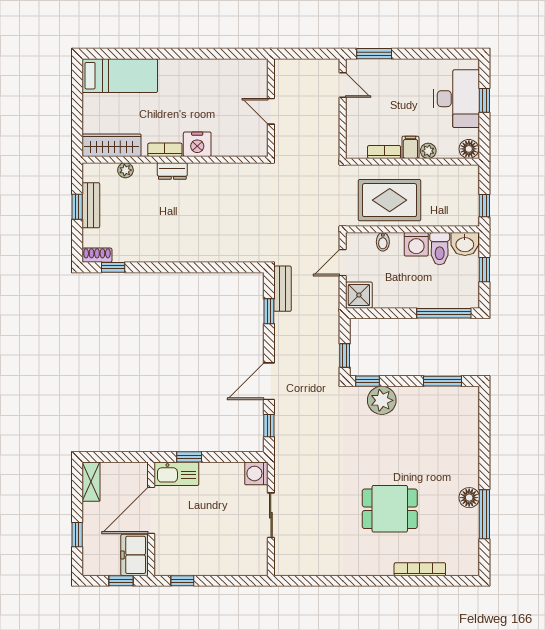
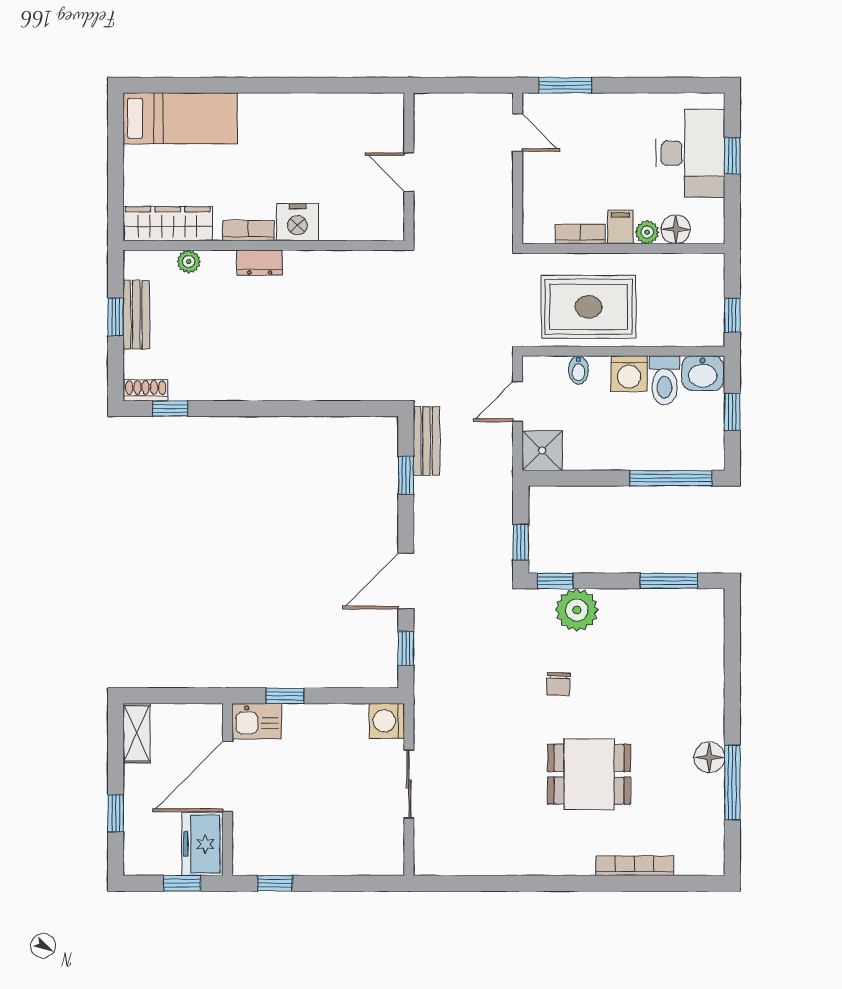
floor lamp: (469, 149) -> (676, 229), moved
chair: (370, 449) -> (558, 684), added
kitchen sink: (176, 474) -> (257, 721), width x0.73

